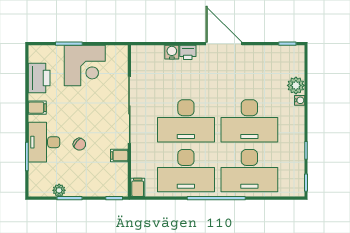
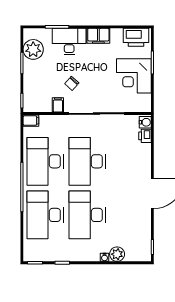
water cooler: (172, 52) -> (145, 122), moved
printer: (188, 52) -> (145, 136), moved
printer: (39, 78) -> (136, 37), moved
filing cabinet: (37, 108) -> (98, 36), width x2.00
chair: (79, 144) -> (72, 83), moved
plant: (59, 190) -> (33, 49), width x1.88, depth x1.88

